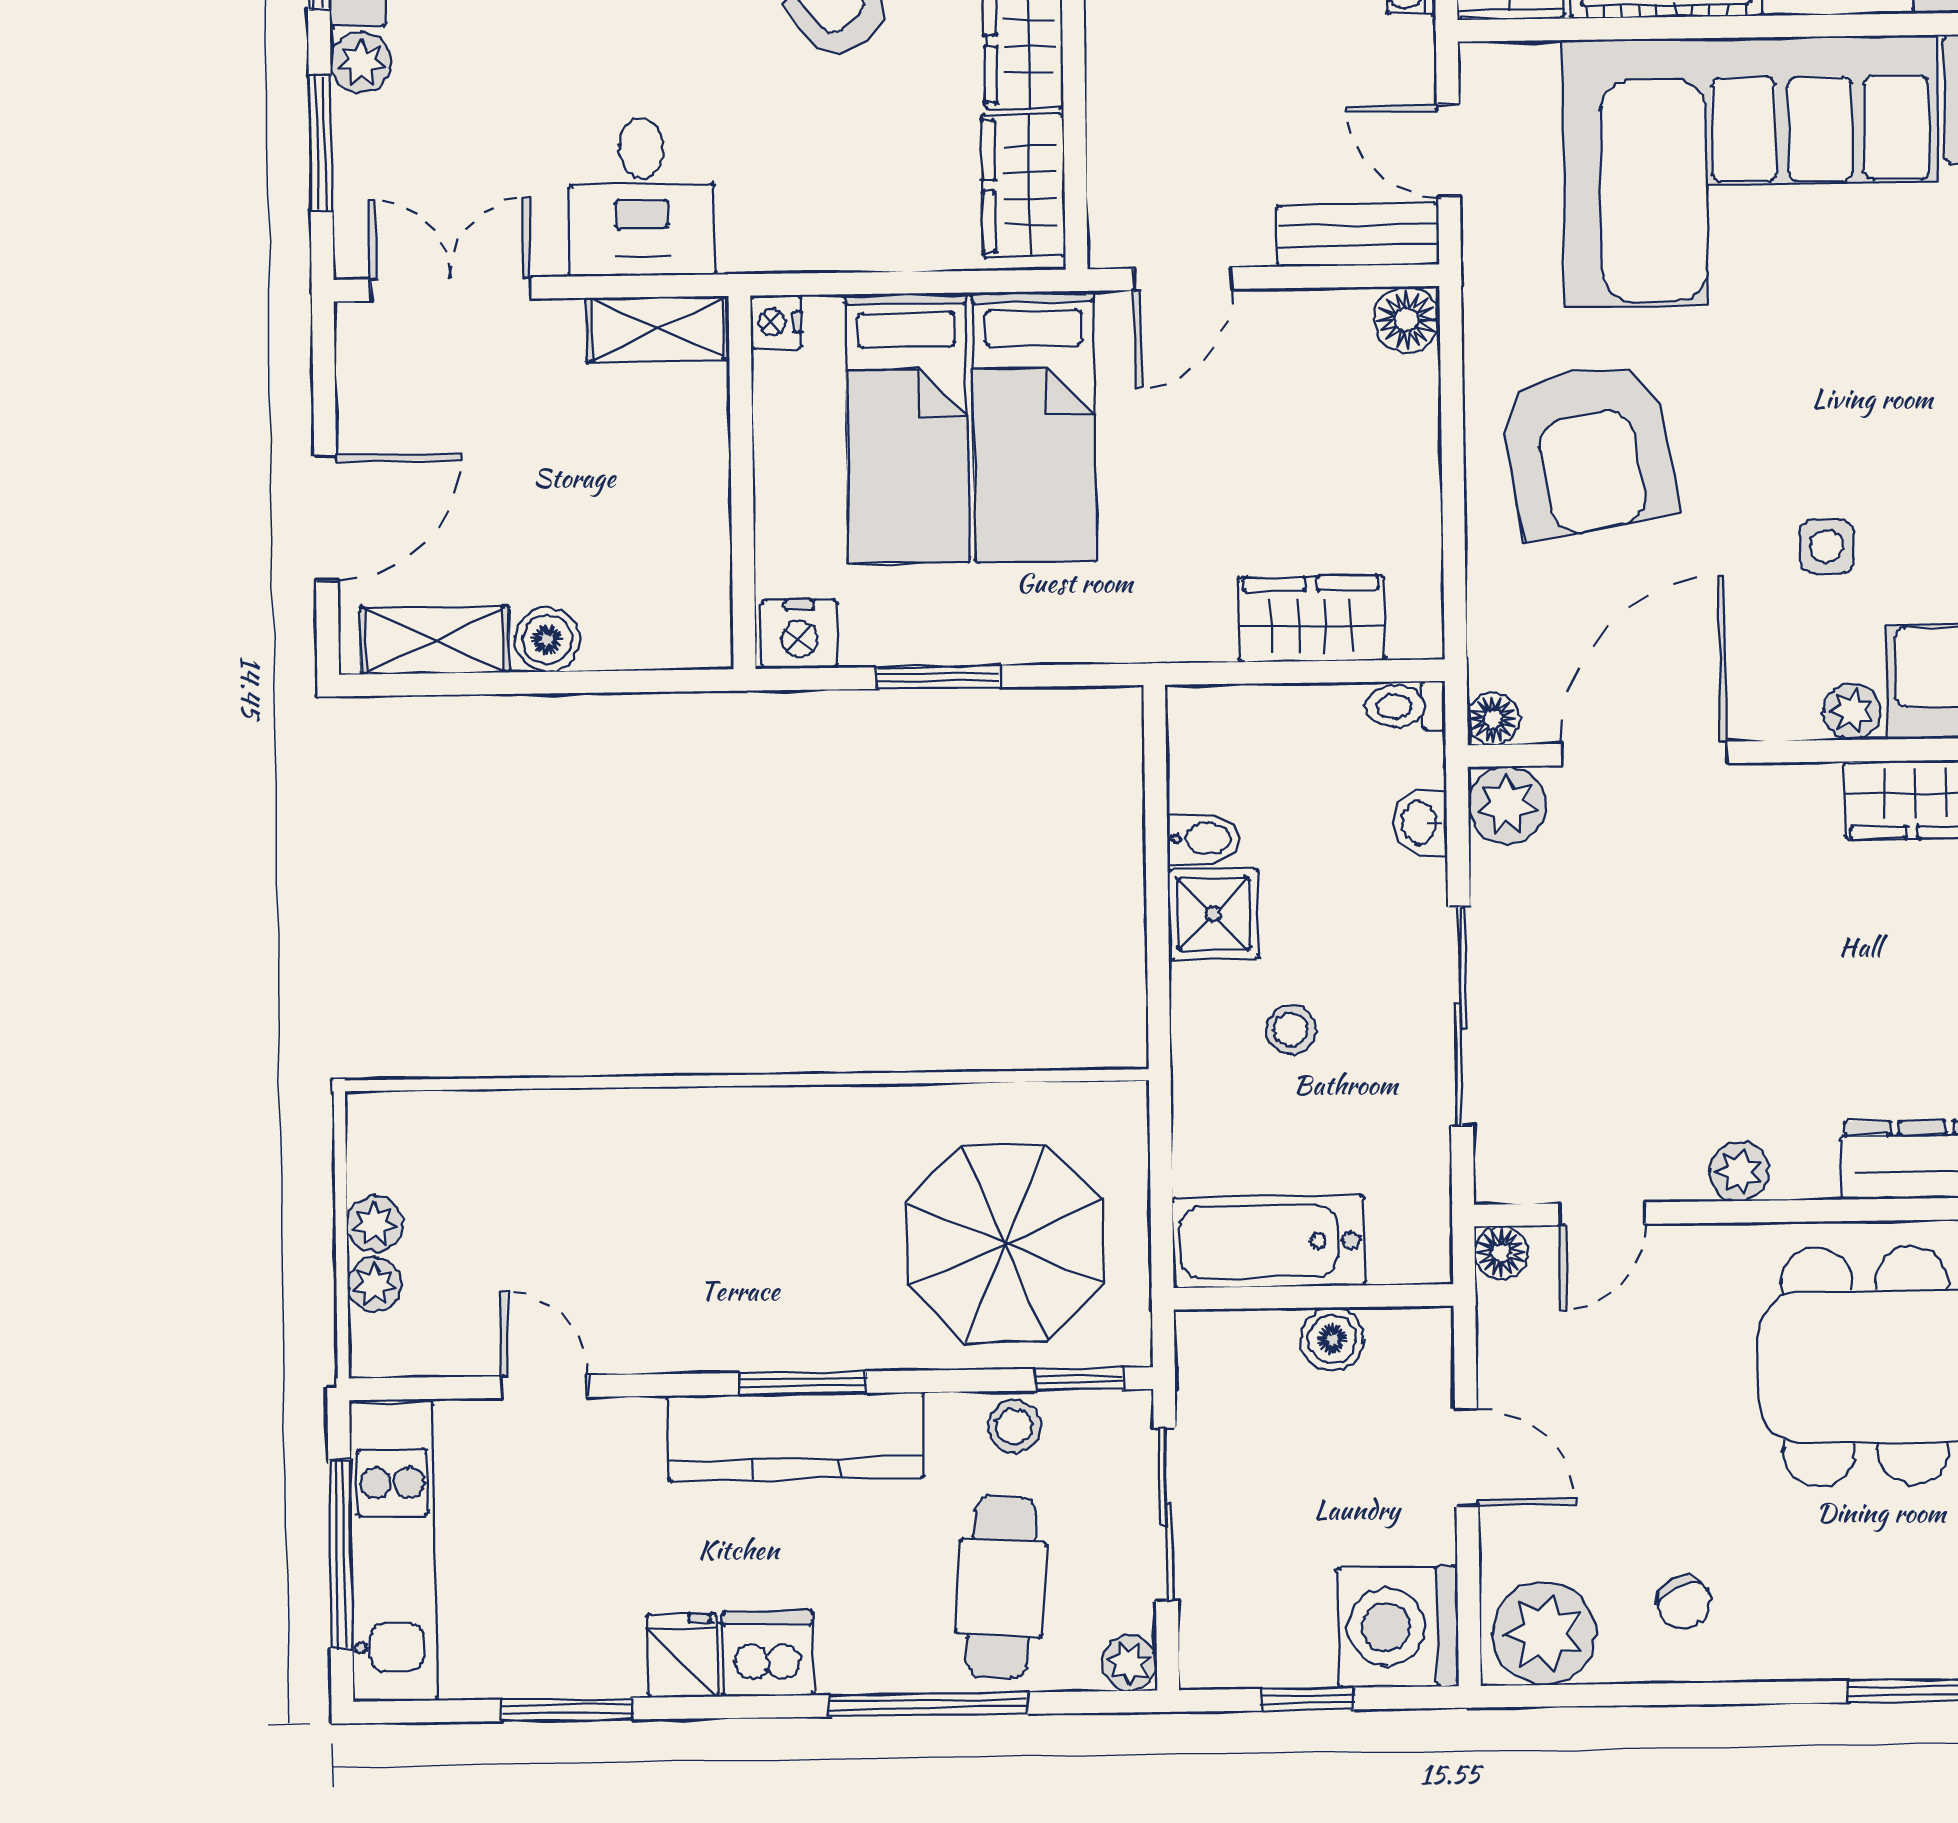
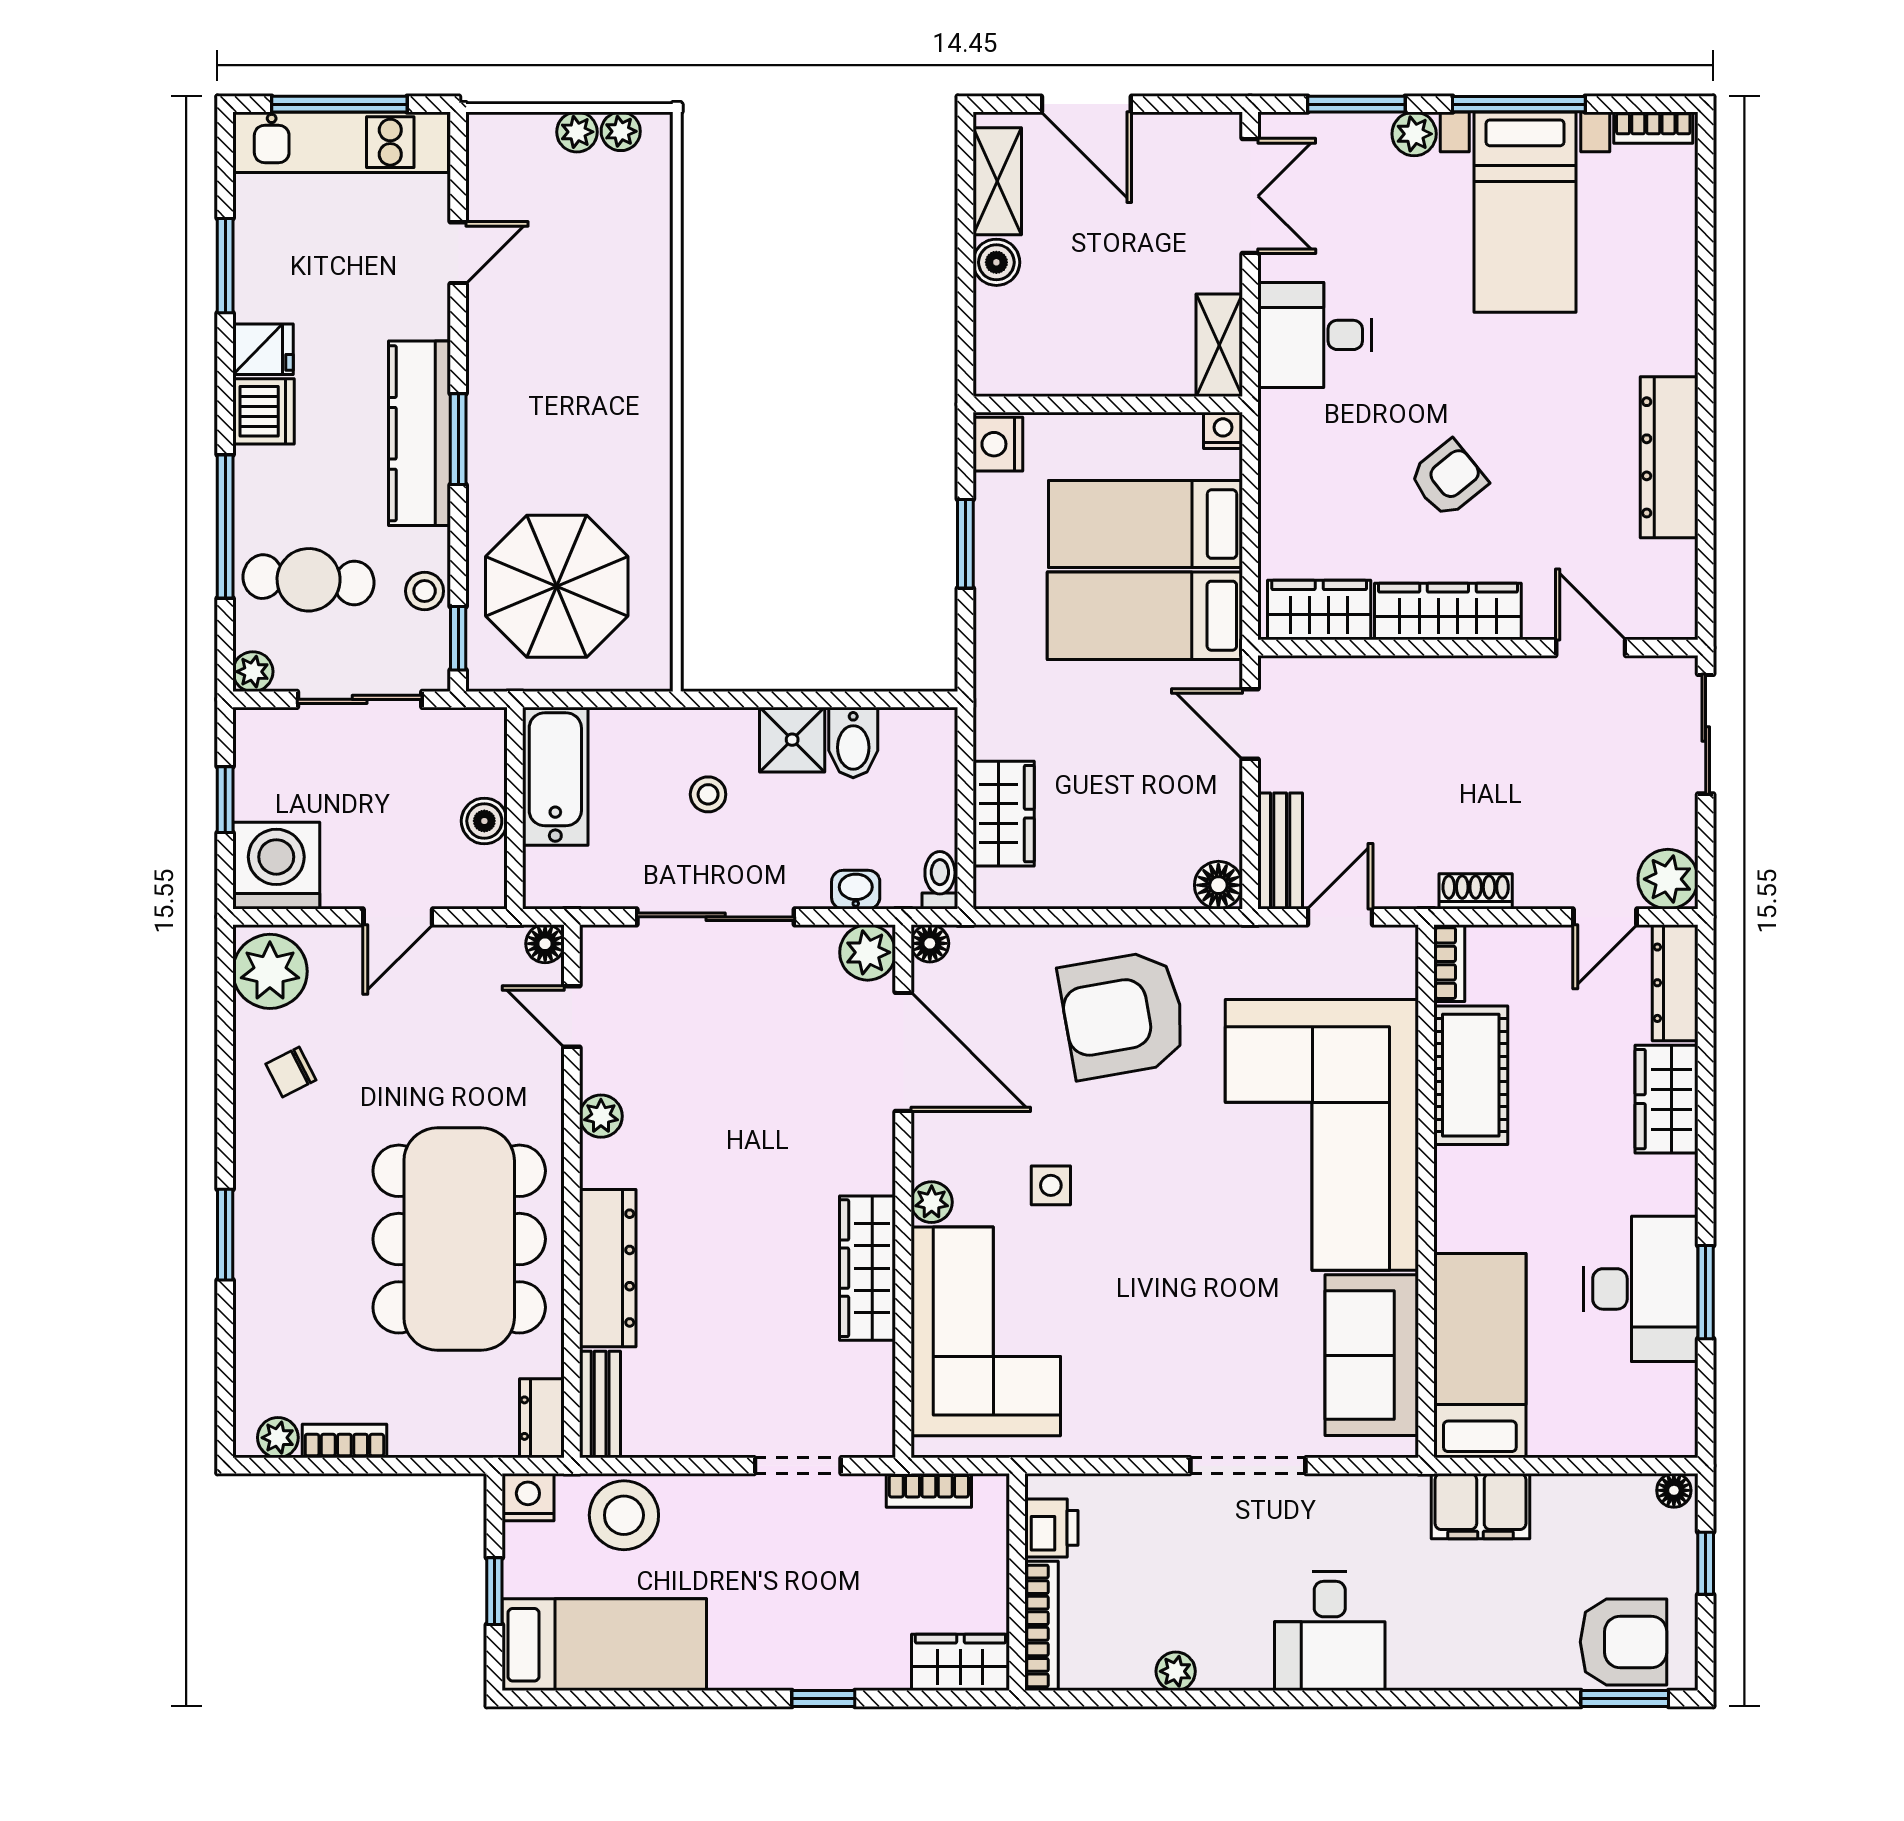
bidet: (1203, 839) -> (853, 742), width x1.38, depth x1.36
plant: (374, 1285) -> (621, 131), moved

